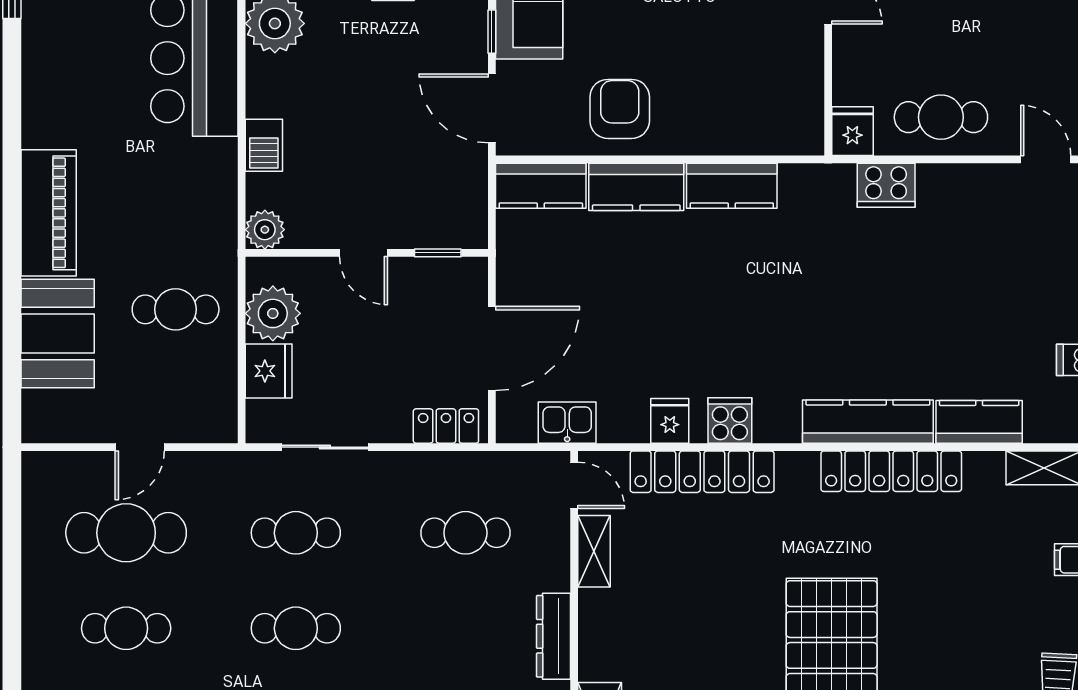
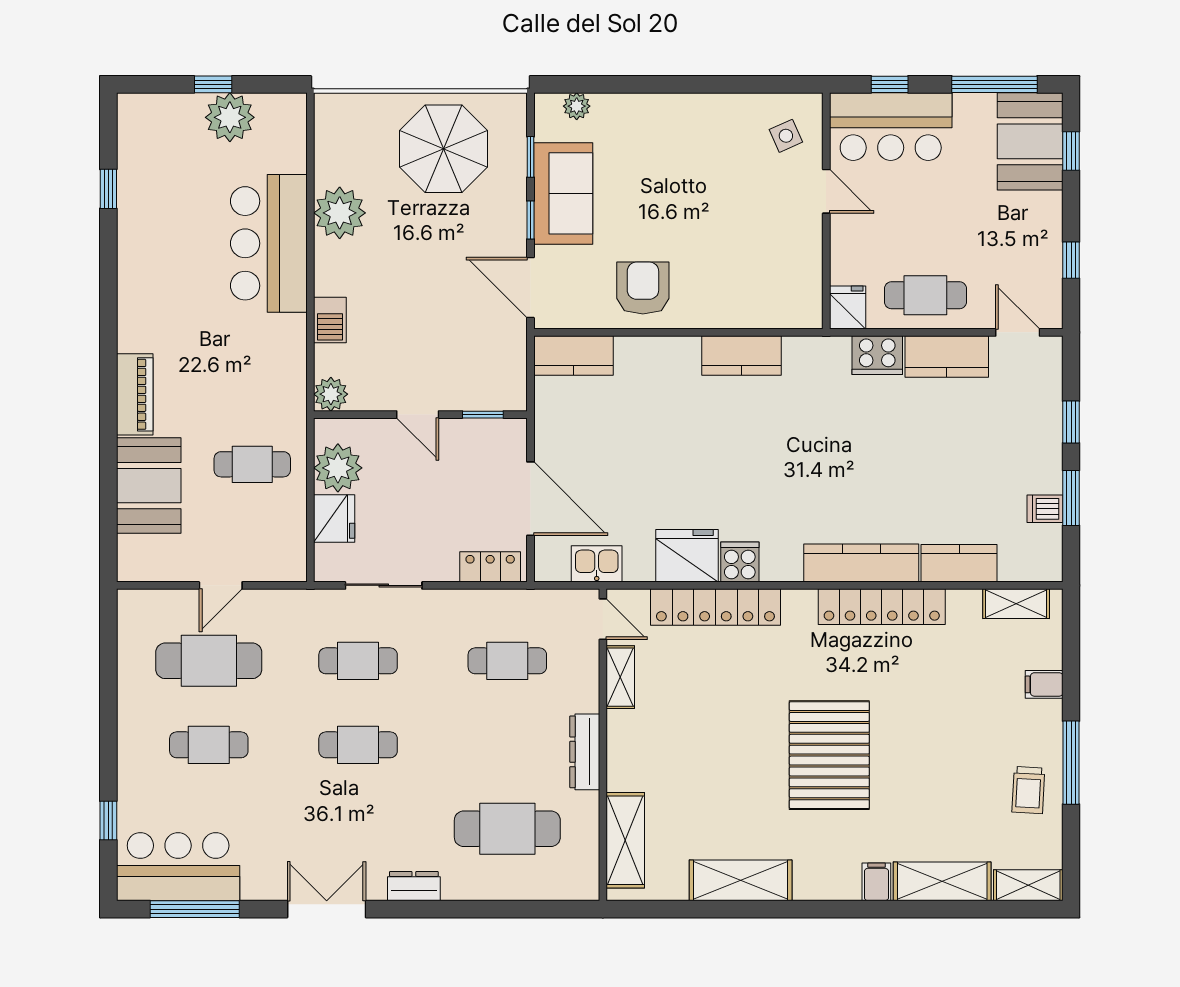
kitchen counter: (636, 187) -> (947, 357), moved
piano: (49, 213) -> (135, 394), width x0.73, depth x0.75
door: (492, 348) -> (531, 499), hinge flipped
fridge: (670, 421) -> (687, 556), width x1.88, depth x1.34

